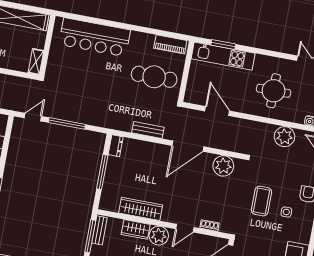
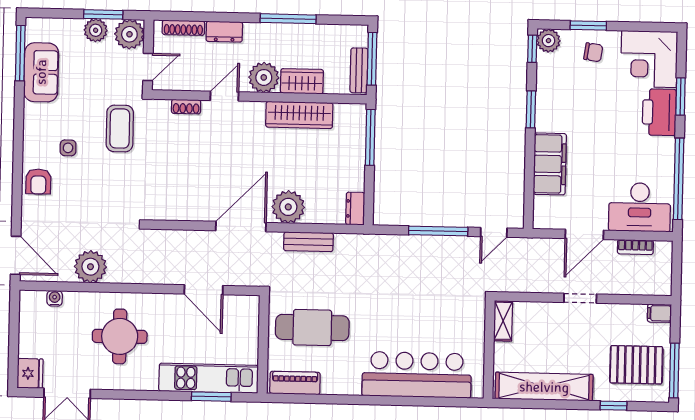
plant: (223, 166) -> (288, 207), moved
window: (102, 172) -> (370, 137), moved
coffee table: (261, 201) -> (120, 128), moved

